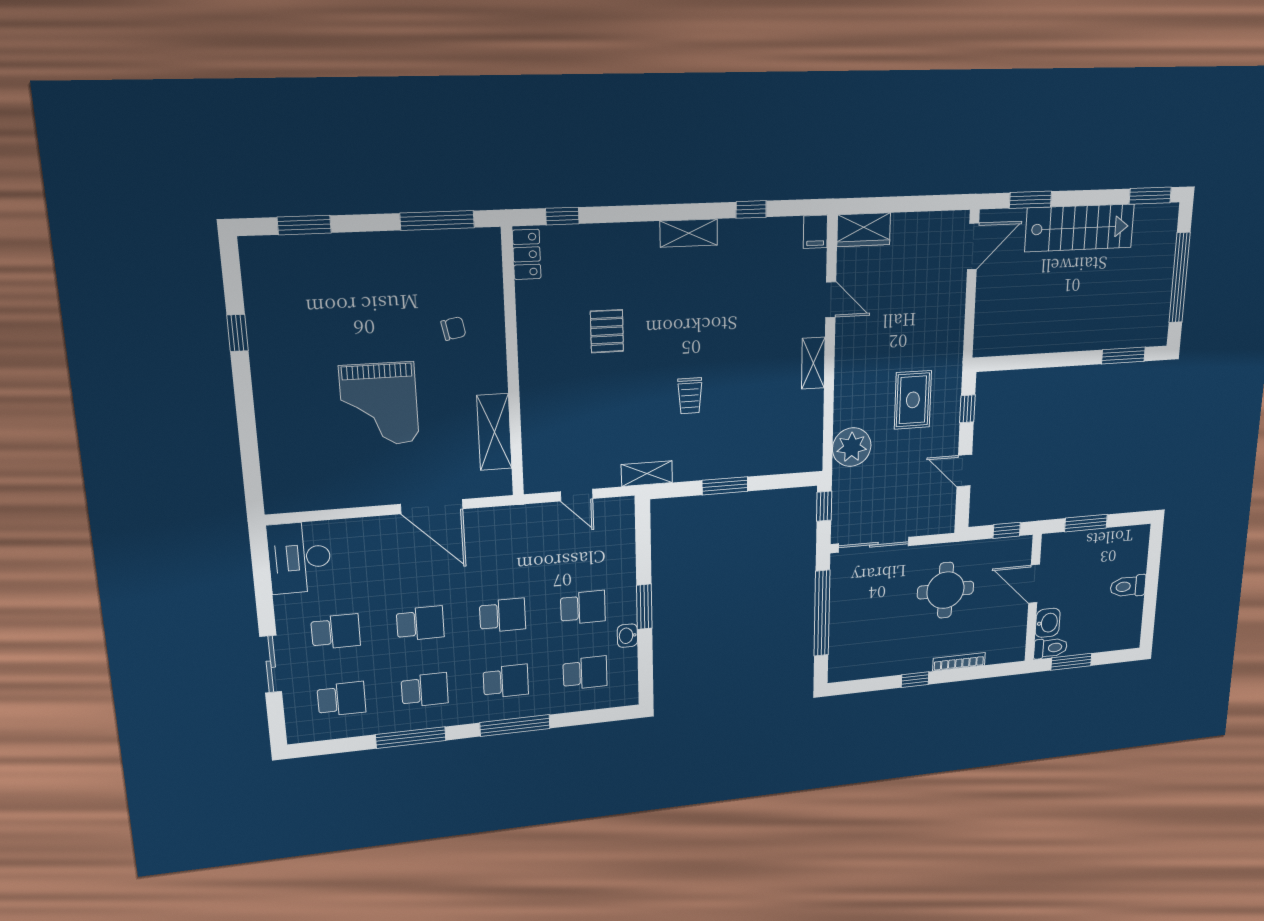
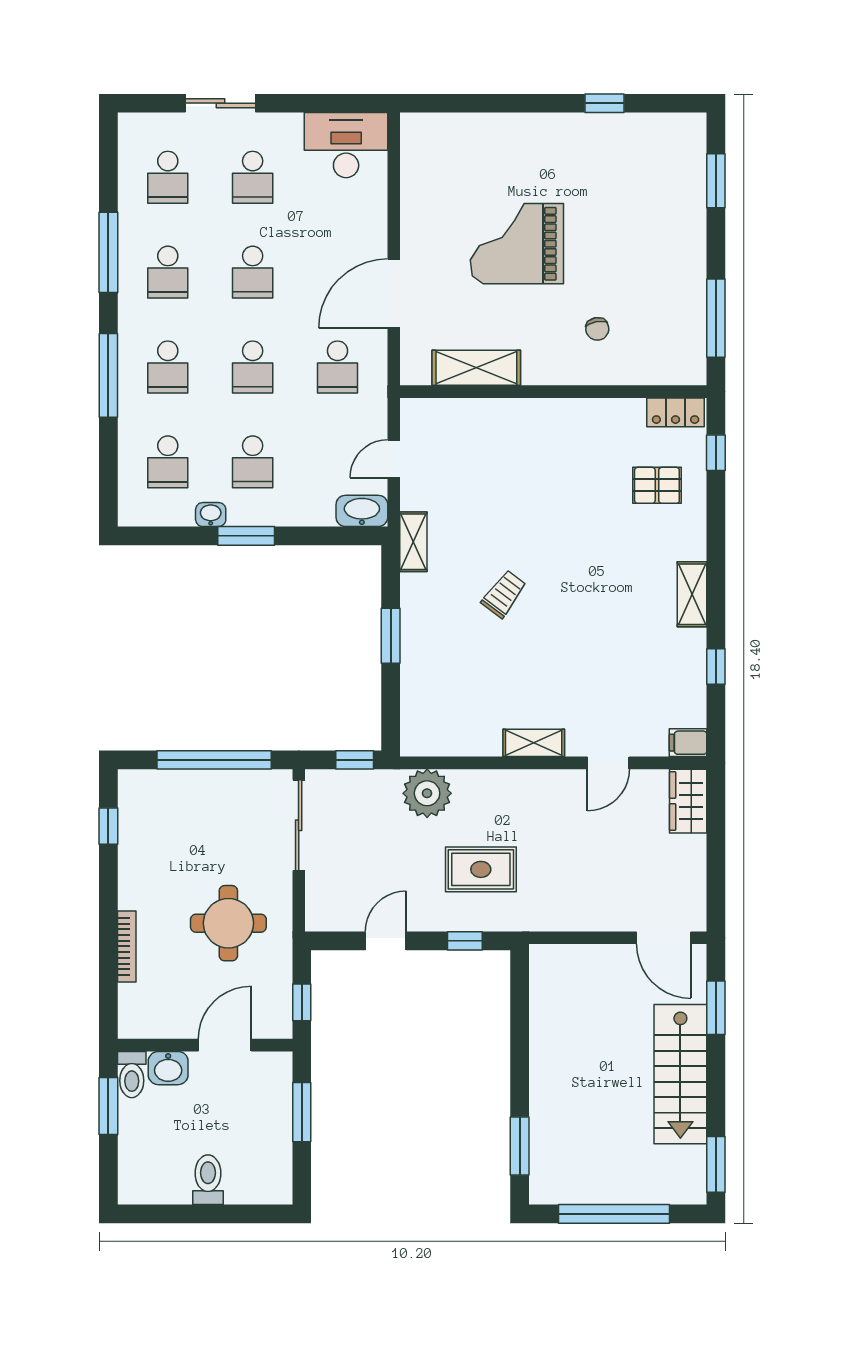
pallet: (607, 331) -> (657, 485), moved
trolley: (690, 396) -> (504, 594), turned 127
washbasin: (622, 517) -> (362, 511), added
school desk: (499, 548) -> (338, 367), added
window: (915, 680) -> (108, 826), moved

